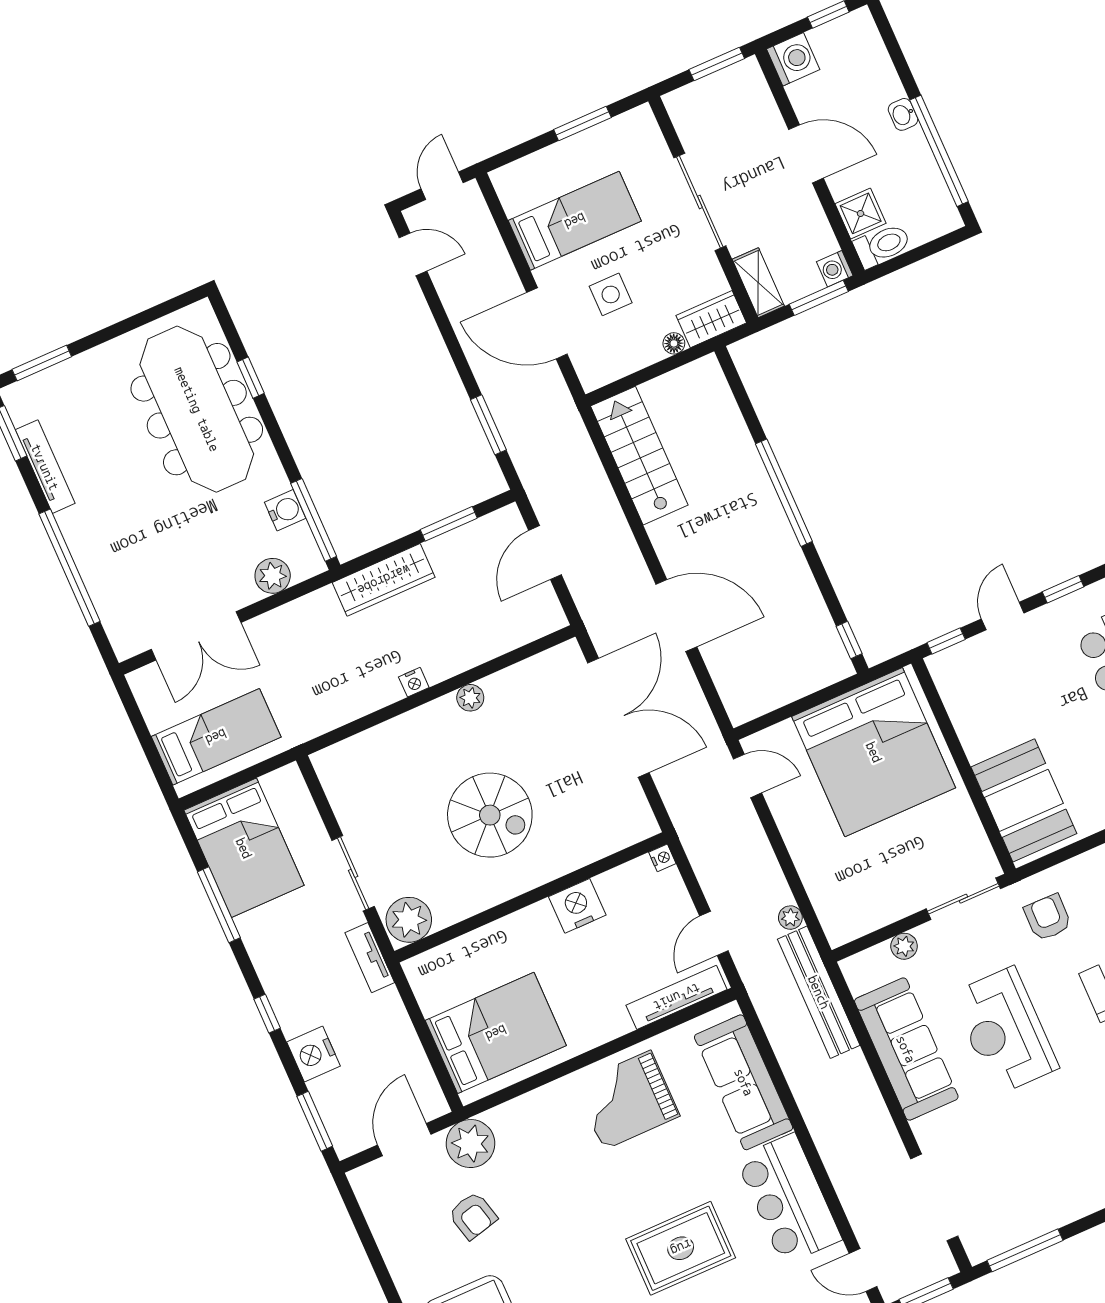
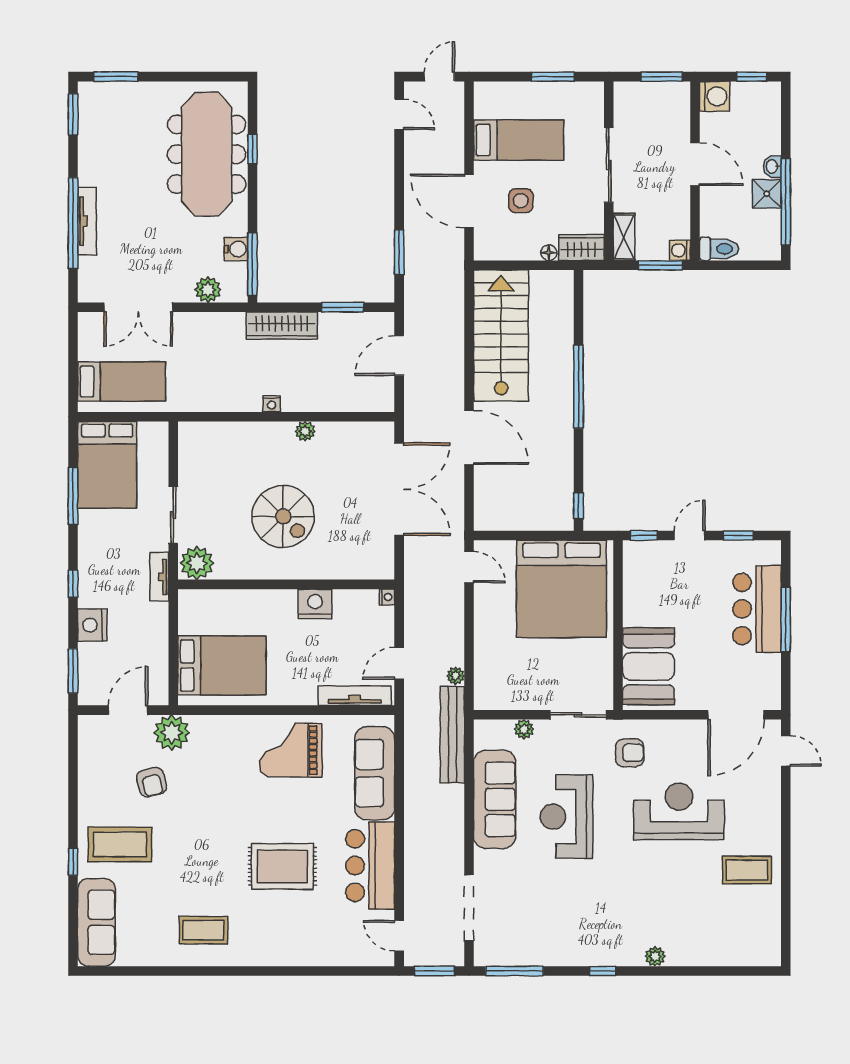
shower: (861, 213) -> (767, 194), moved
stairs: (639, 456) -> (501, 336), width x1.36, depth x1.51
tv unit: (45, 467) -> (87, 221), moved
armchair: (1048, 917) -> (630, 753), turned 89

